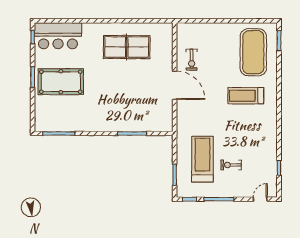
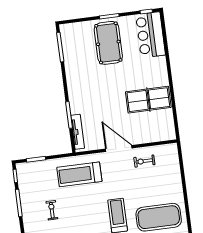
table tennis table: (127, 47) -> (148, 100), turned 90
door: (175, 85) -> (119, 148), swing flipped
tv unit: (151, 127) -> (78, 132), added
treadmill: (202, 159) -> (79, 174), moved, turned 180

